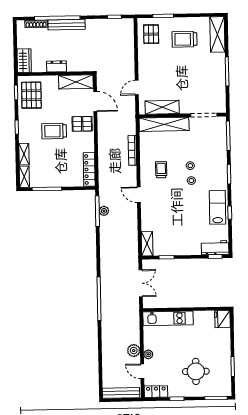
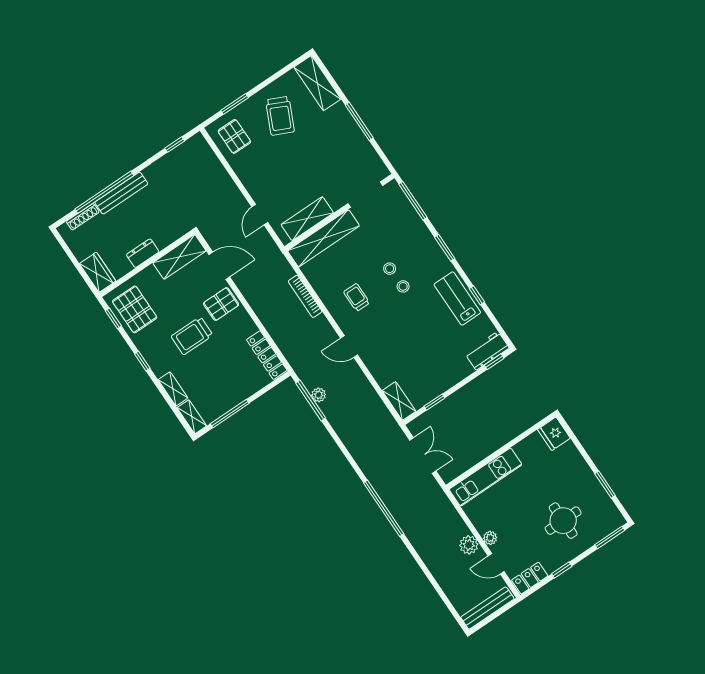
trolley: (184, 39) -> (280, 116), turned -65

